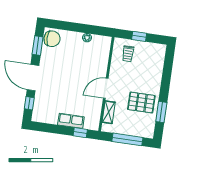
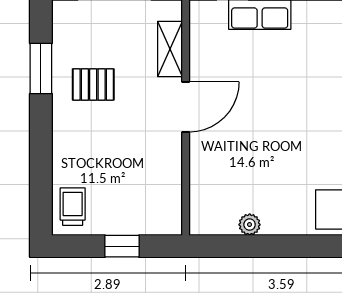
trolley: (128, 54) -> (73, 207), moved
pallet: (141, 102) -> (93, 84), width x0.67, depth x0.71

